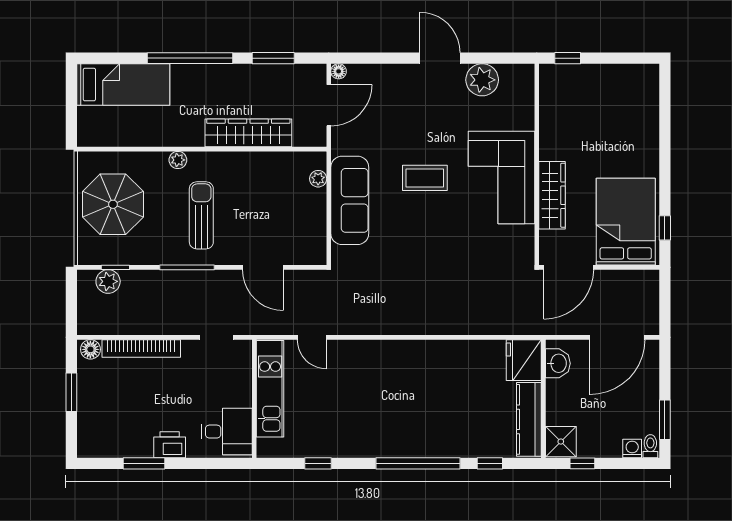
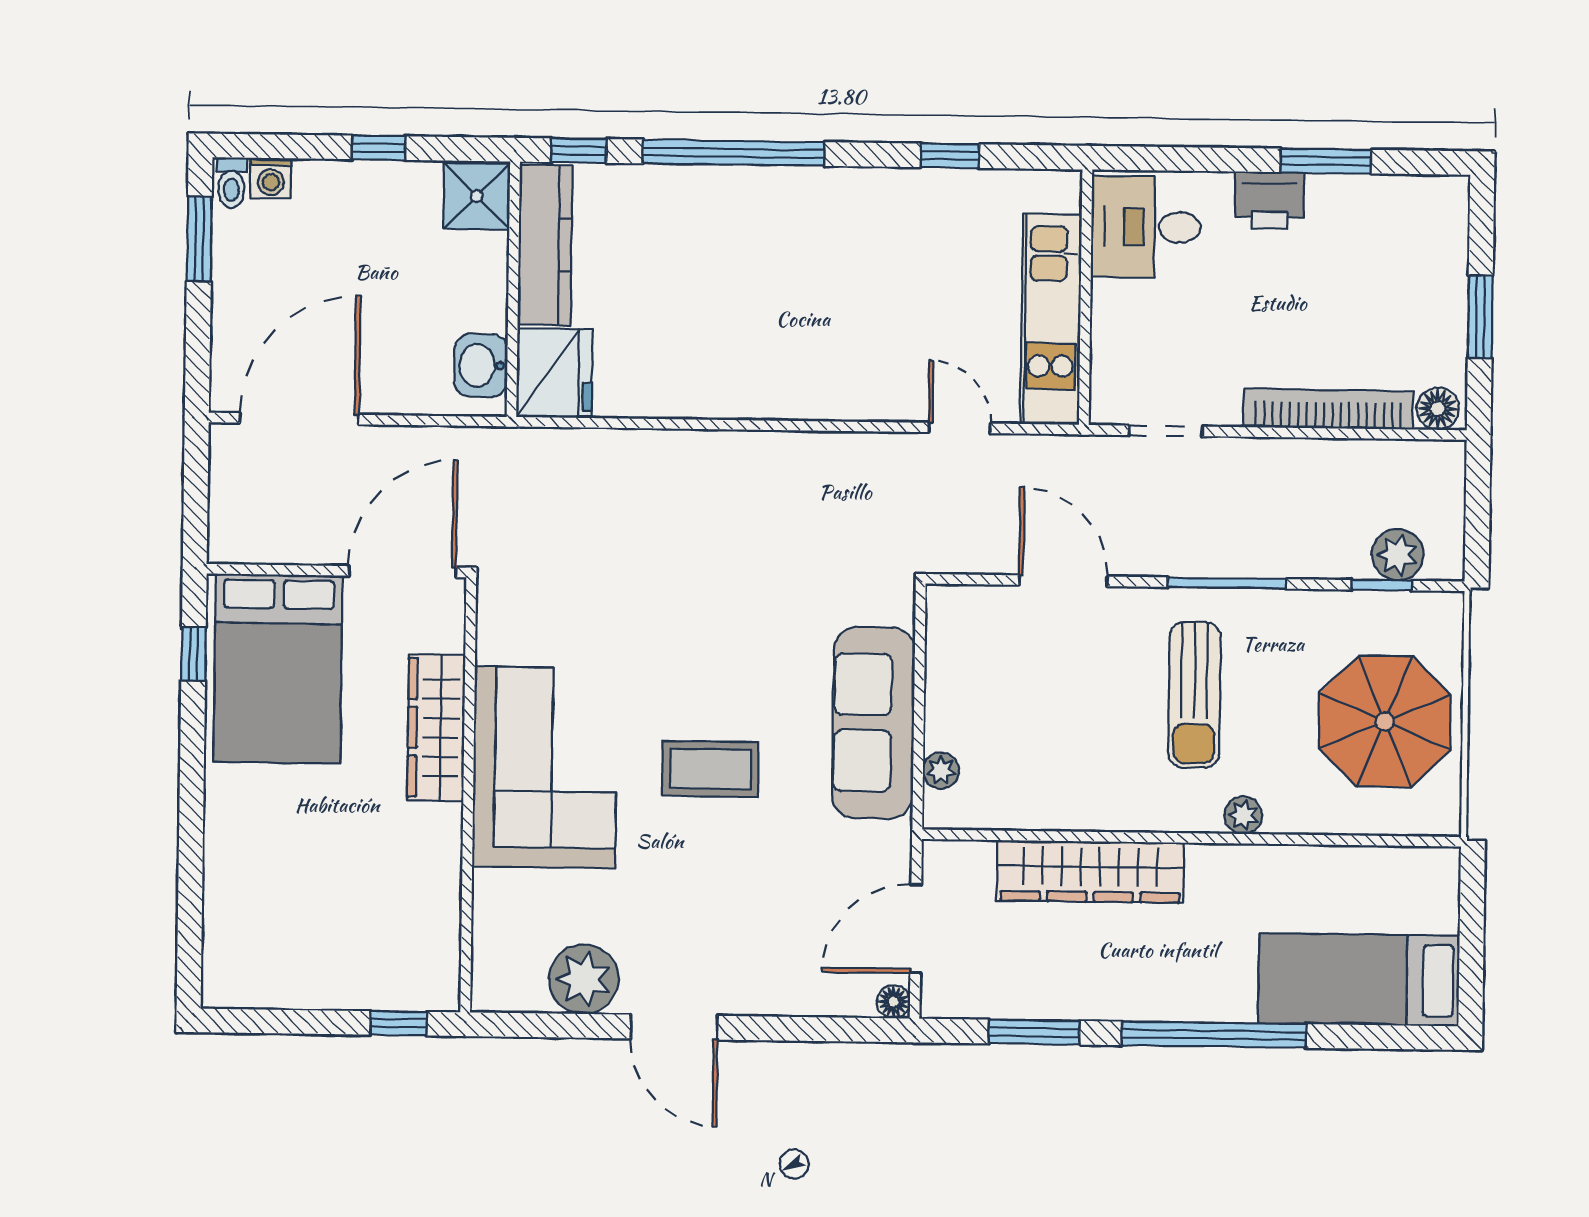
fridge: (524, 360) -> (554, 373), moved
washbasin: (558, 363) -> (481, 365), moved
wall: (543, 399) -> (513, 289), moved
kitchen counter: (529, 419) -> (545, 245), moved
shower: (561, 442) -> (477, 196), moved

